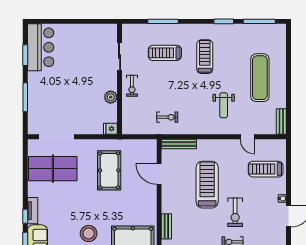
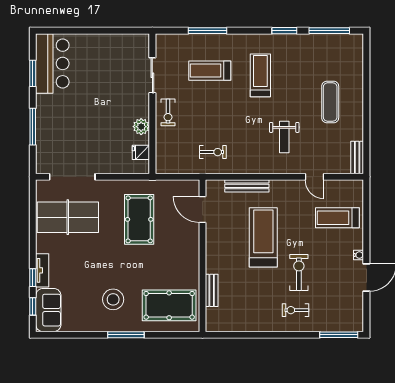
exercise mat: (260, 78) -> (330, 102), width x0.73, depth x0.69
fridge: (110, 129) -> (141, 152), moved
bench: (179, 144) -> (247, 186), moved
door: (159, 174) -> (203, 209), moved
exercise bike: (235, 212) -> (299, 273), turned 180

